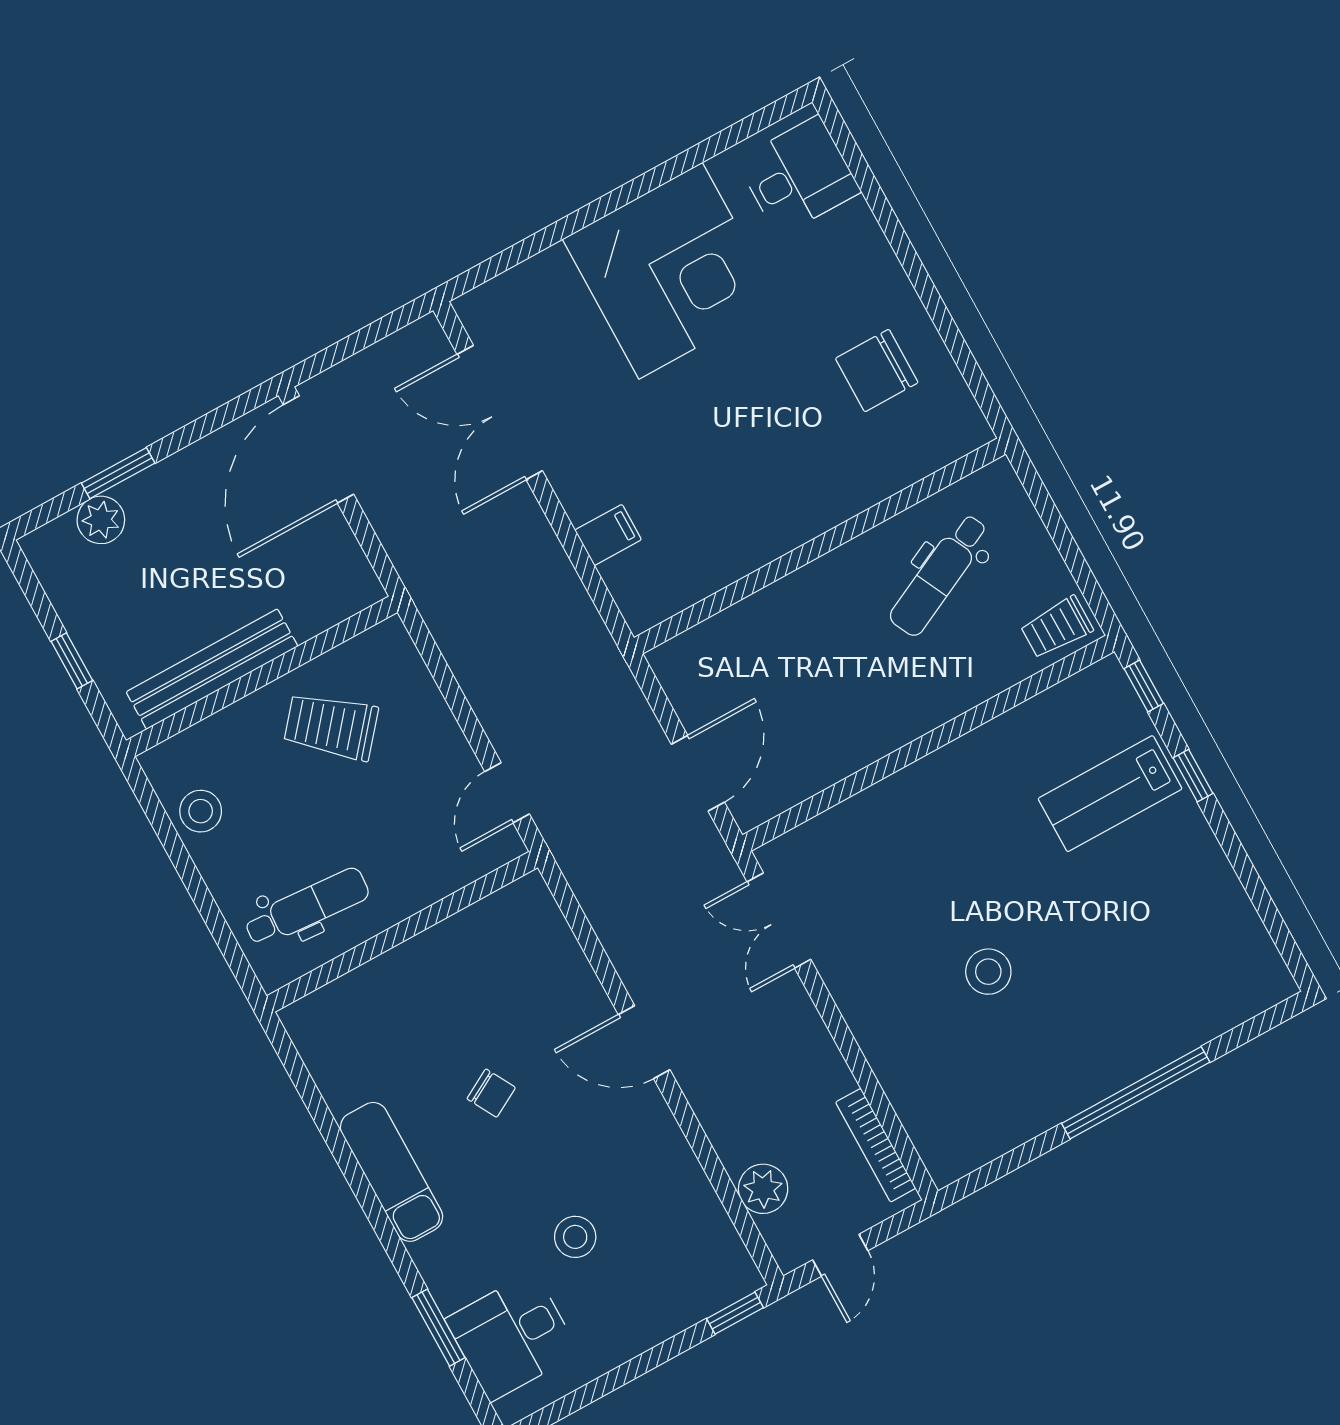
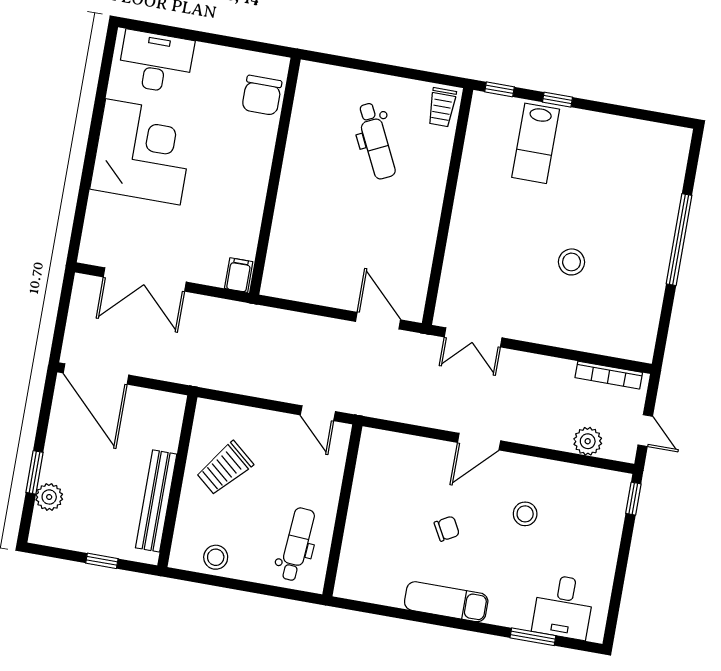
desk: (798, 176) -> (156, 62), width x1.37
wall: (820, 546) -> (275, 176), moved
stool: (575, 1237) -> (525, 514), moved

